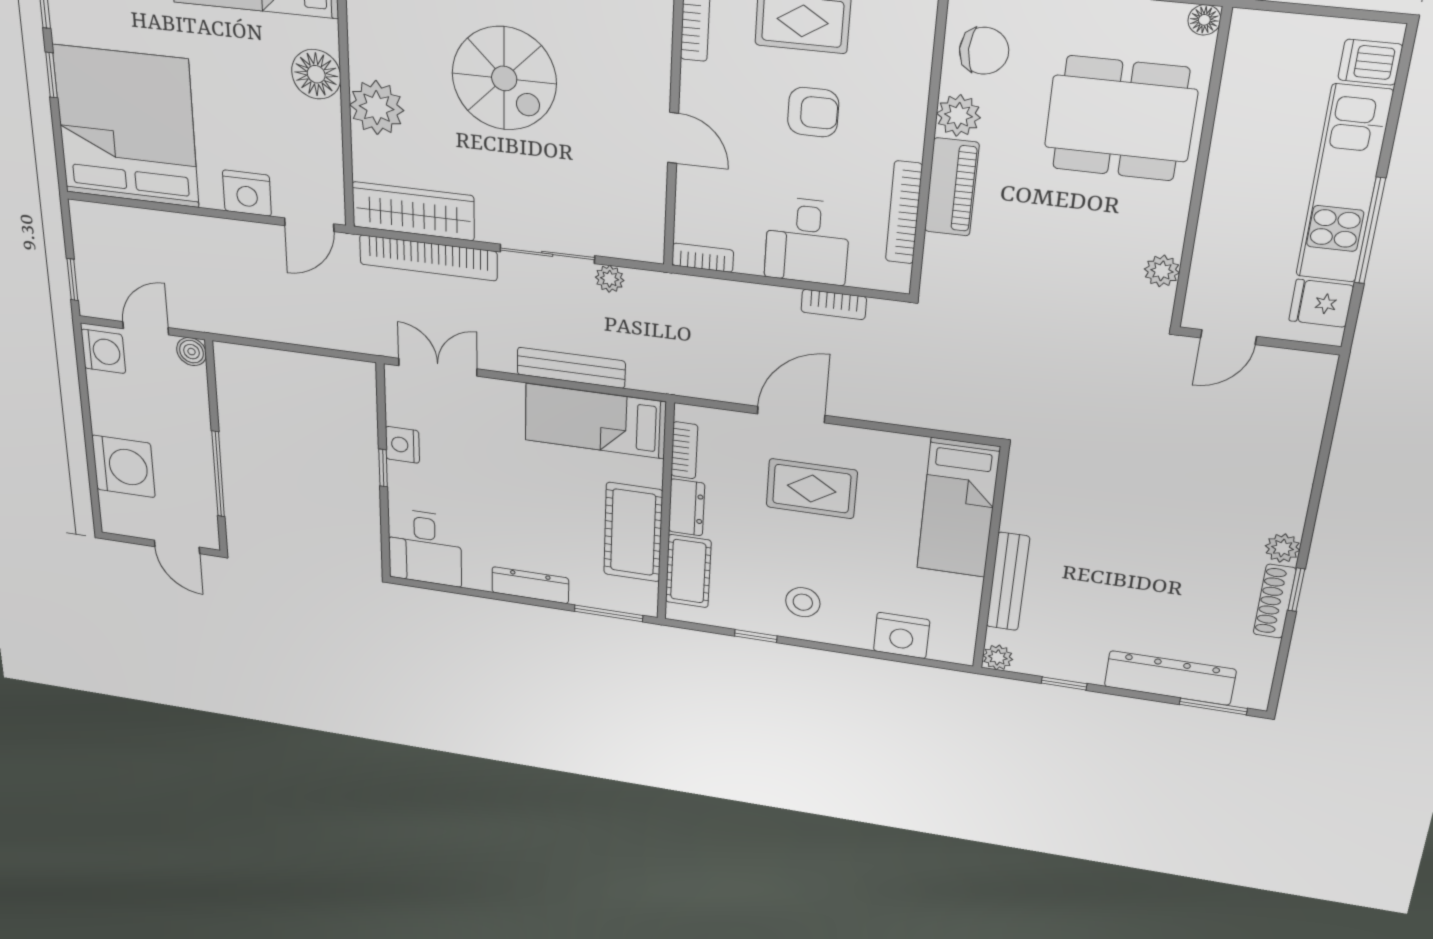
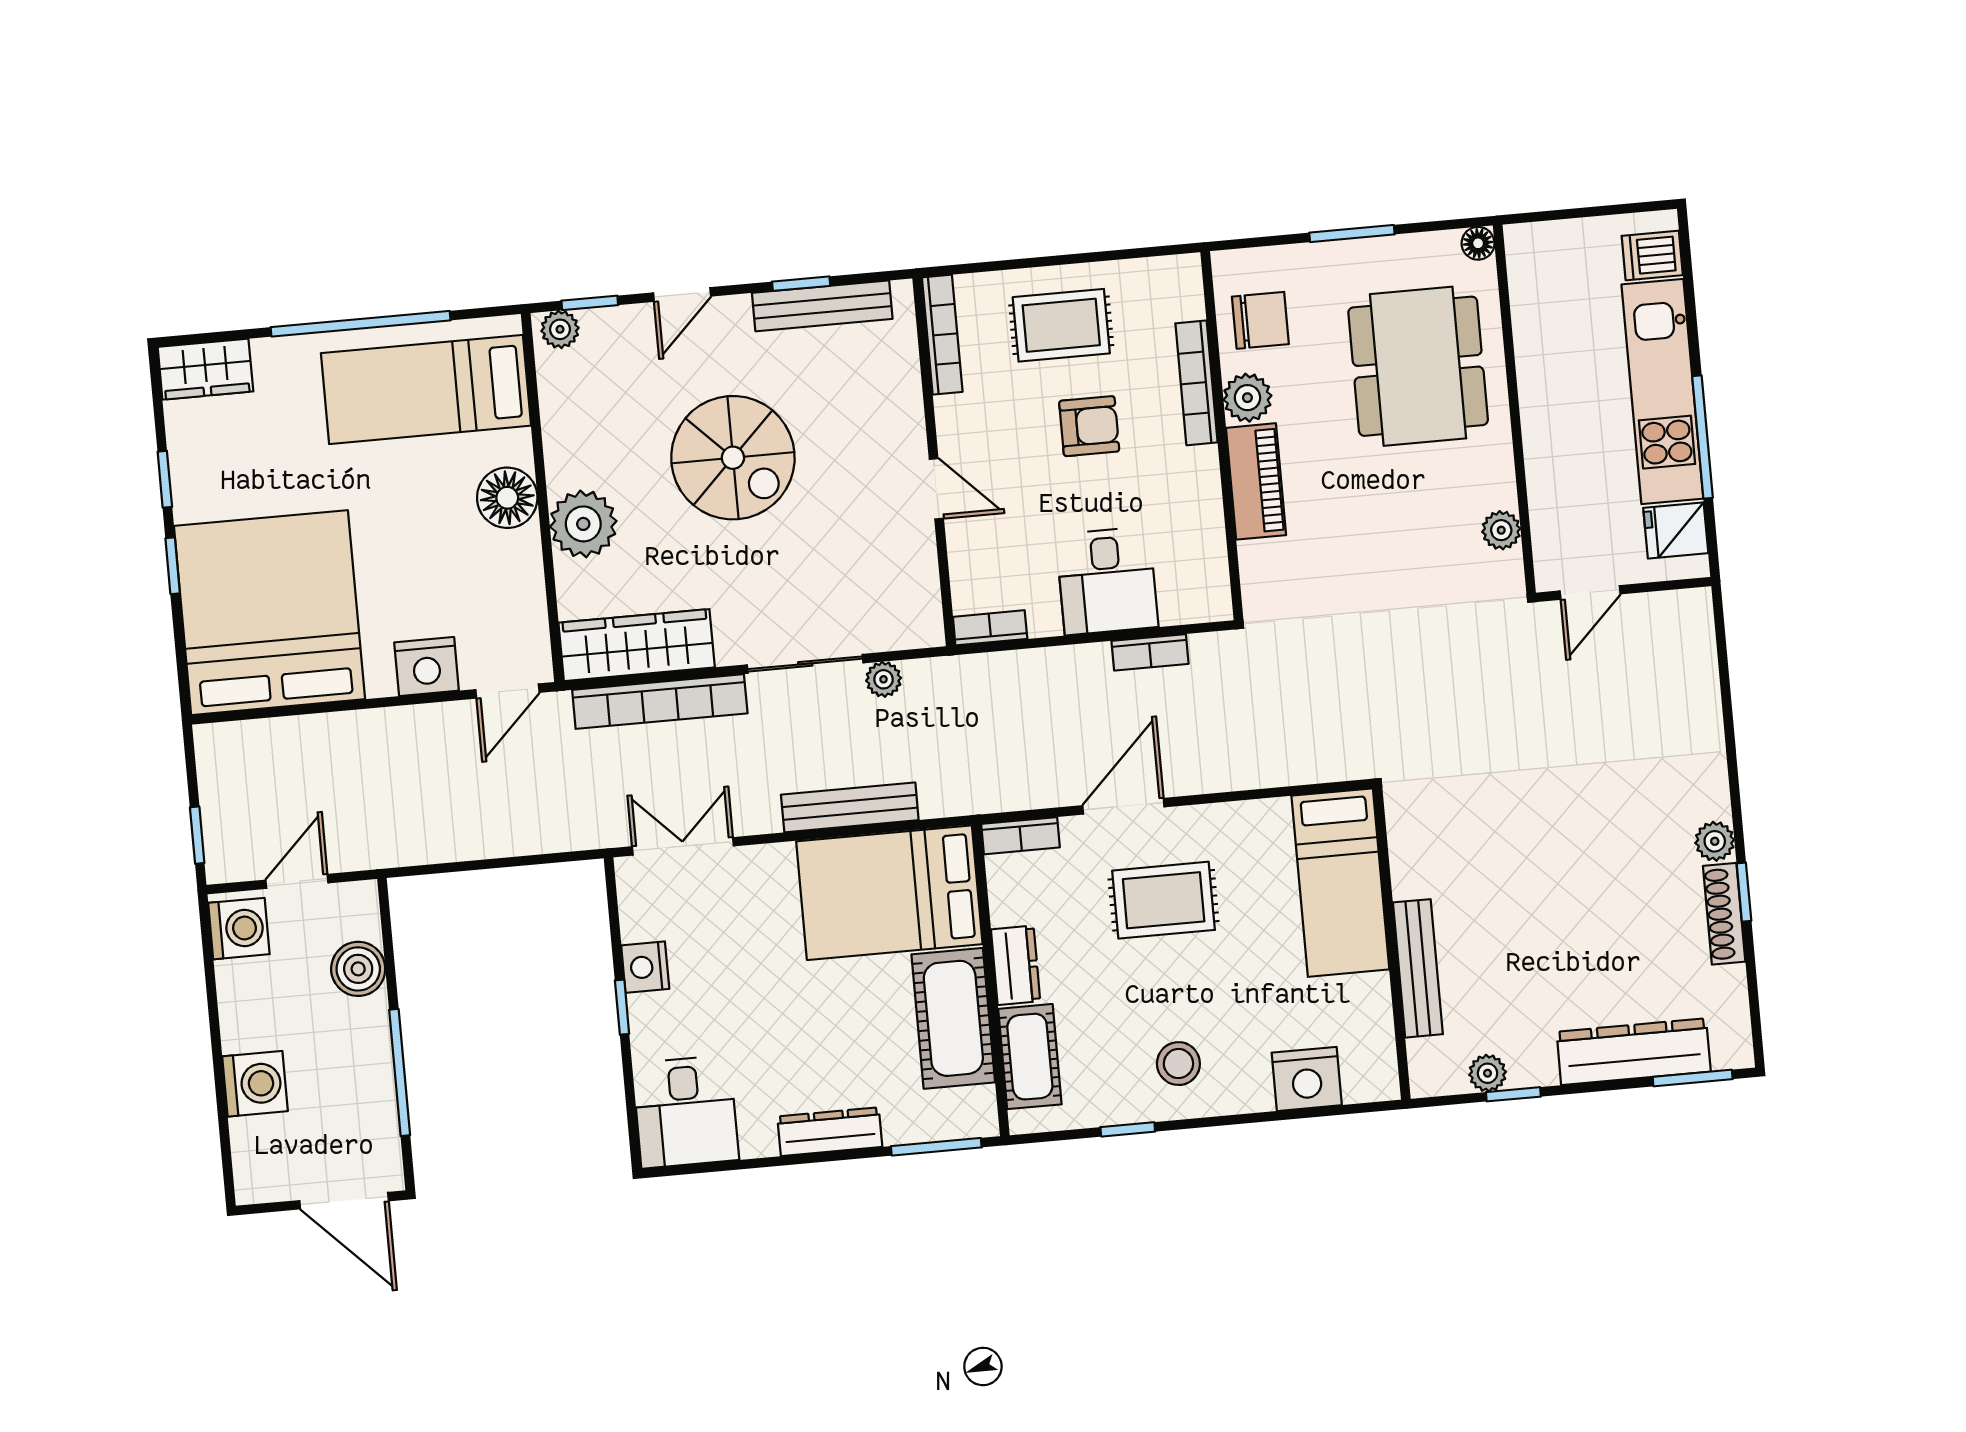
dining table: (1120, 119) -> (1418, 366), turned 90
bookcase: (904, 213) -> (1197, 383), moved
boiler: (192, 352) -> (358, 969), moved, width x1.36, depth x1.36
bed: (595, 421) -> (889, 893), width x1.50
bookcase: (684, 450) -> (1021, 836), moved, turned 90
washing machine: (124, 466) -> (255, 1084), width x0.73, depth x0.73
door: (177, 547) -> (344, 1201), width x1.38
plant: (998, 657) -> (1488, 1073), moved

